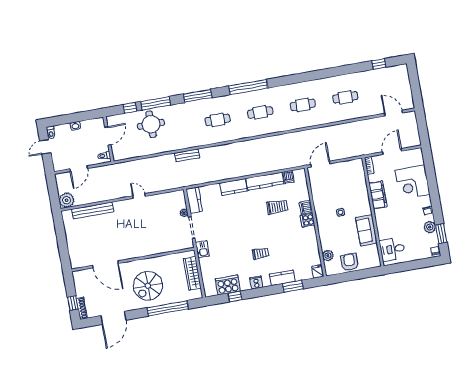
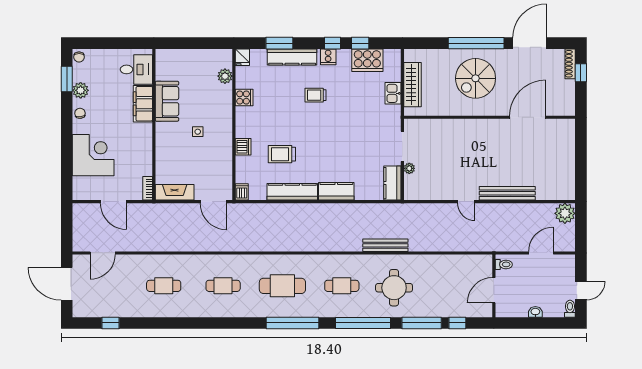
door: (415, 87) -> (67, 284), added
window: (198, 96) -> (363, 323), width x1.46
cafe table: (260, 112) -> (282, 286), width x1.37, depth x1.35
door: (393, 113) -> (103, 253), hinge flipped
round table: (151, 124) -> (394, 288), moved
door: (392, 151) -> (113, 202), hinge flipped
bench: (187, 155) -> (385, 245), width x1.36
door: (320, 164) -> (213, 202), hinge flipped
fireplace: (349, 166) -> (175, 192), added
dishwasher: (289, 177) -> (242, 192), moved
filing cabinet: (378, 195) -> (143, 104), moved
bench: (93, 210) -> (507, 193), moved
cooker: (308, 220) -> (244, 98), moved
kitchen sink: (202, 249) -> (393, 93), moved
armchair: (349, 262) -> (197, 62), removed
door: (106, 264) -> (528, 117), hinge flipped
kitchen counter: (282, 278) -> (292, 57), width x1.50
spiral stairs: (148, 286) -> (476, 78), turned 180
window: (255, 293) -> (332, 43), added
window: (168, 308) -> (476, 43), moved

